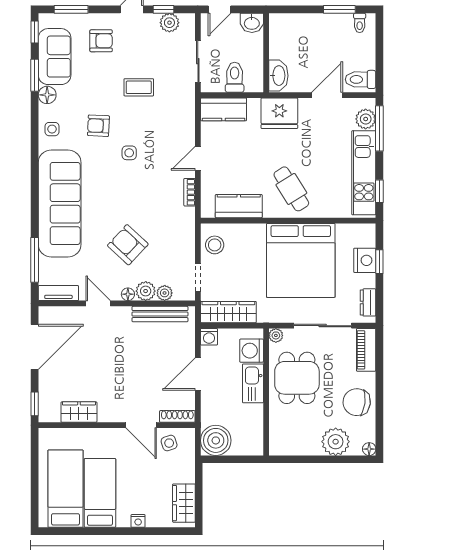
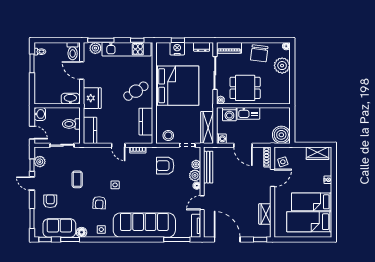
armchair: (128, 245) -> (165, 166), moved, turned 47

